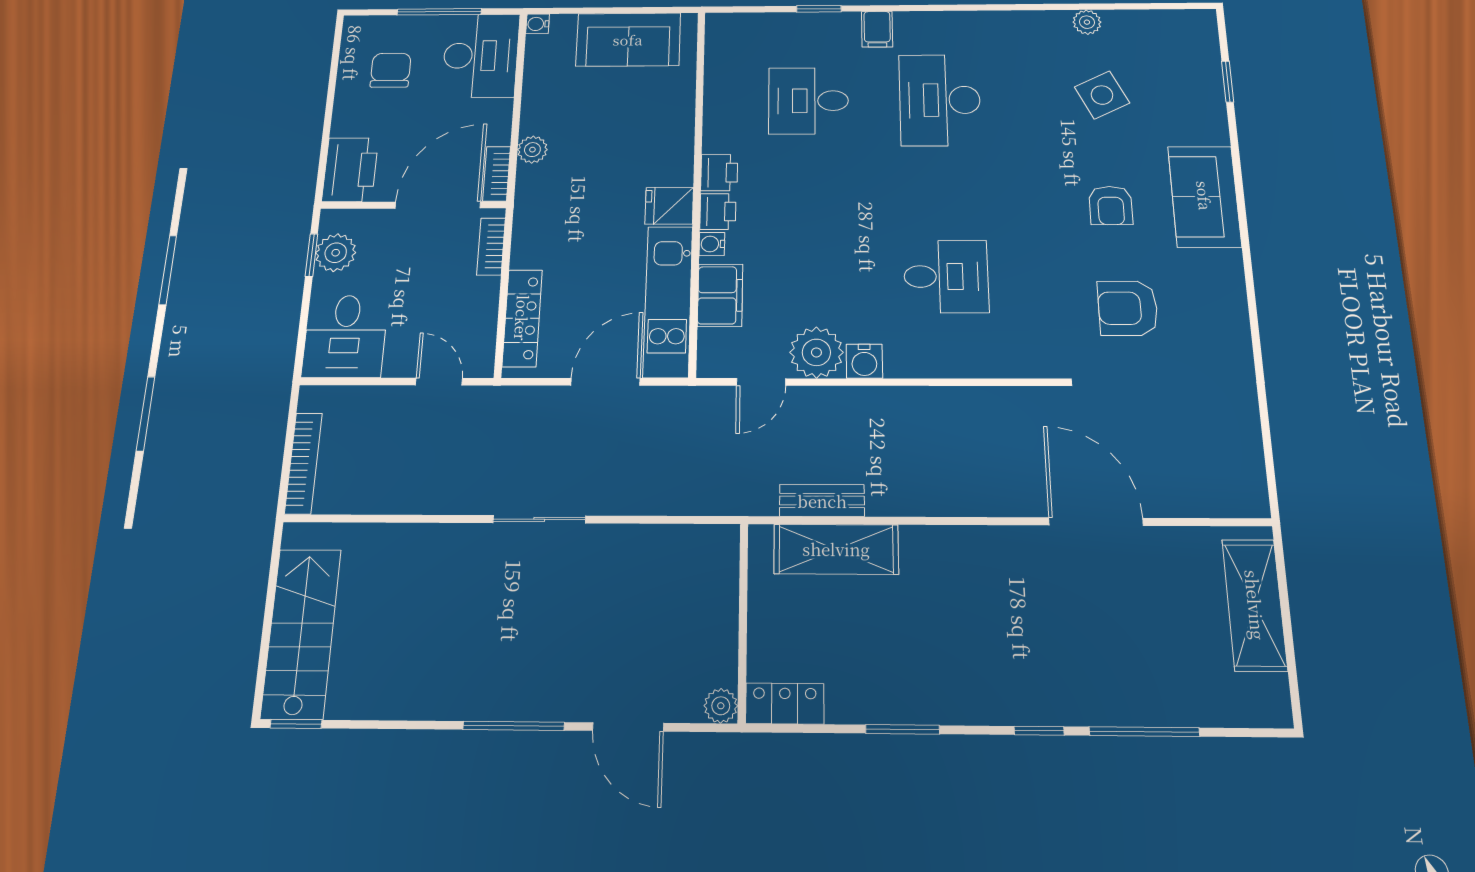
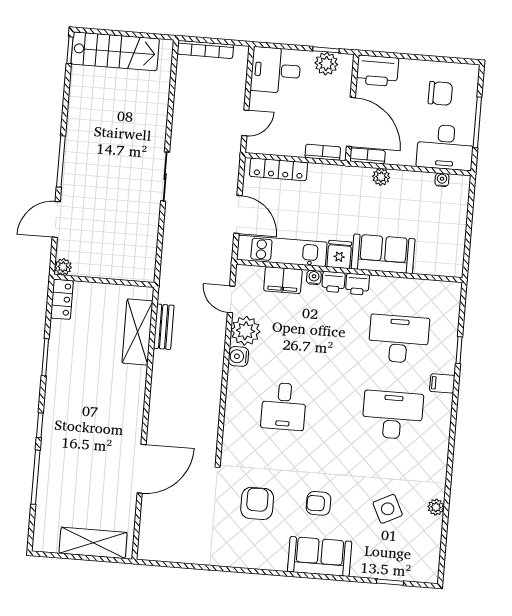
water cooler: (538, 24) -> (442, 180), moved
sofa: (628, 40) -> (383, 254), moved, turned 90
desk: (808, 101) -> (399, 339), width x1.37

